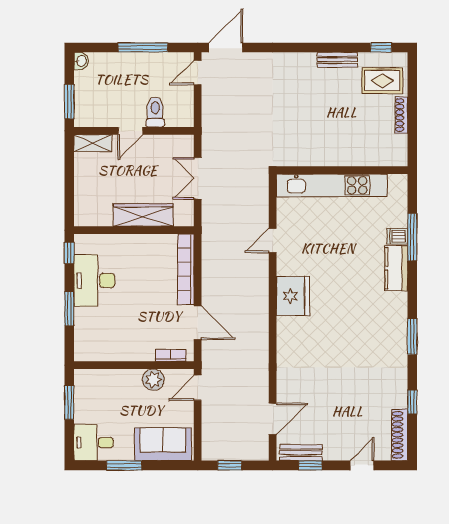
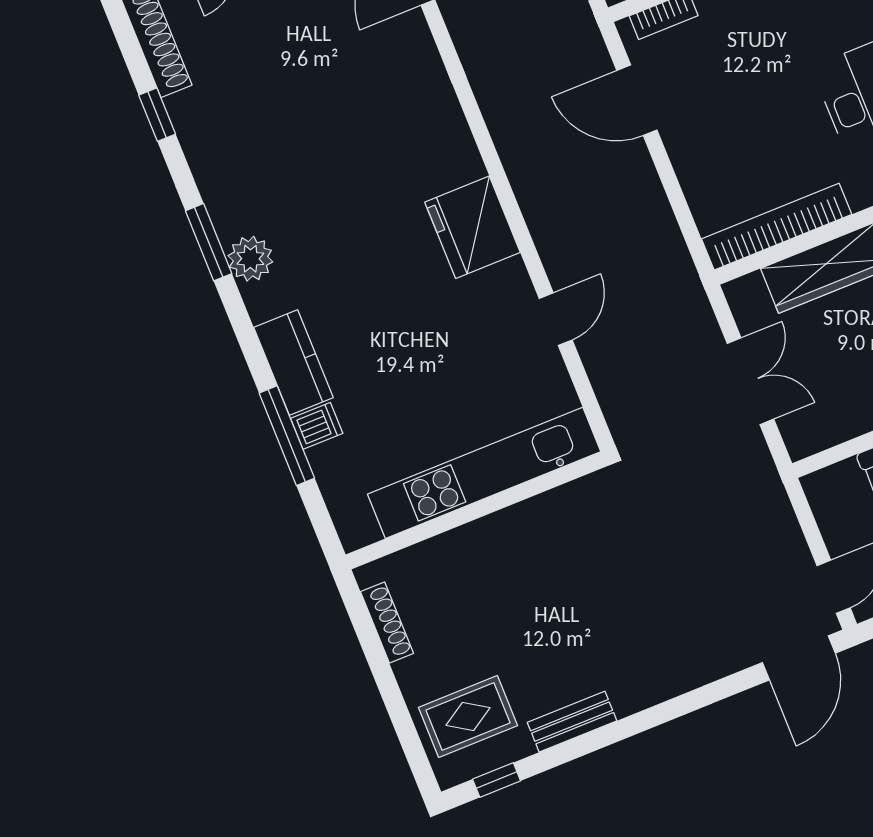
shoe rack: (401, 115) -> (387, 622), moved
bookcase: (186, 269) -> (777, 227), moved, turned -90
plant: (397, 322) -> (250, 259), added

